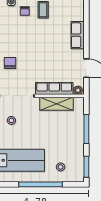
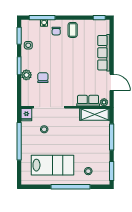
row of seats: (78, 35) -> (104, 53), width x1.48
row of seats: (54, 88) -> (88, 101), width x0.68
shelving: (56, 104) -> (95, 114), moved

